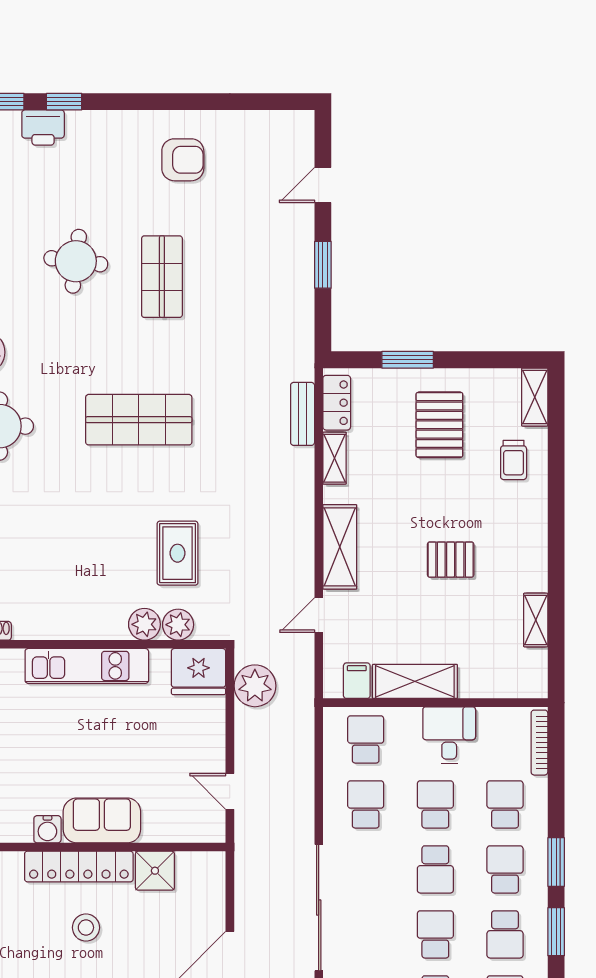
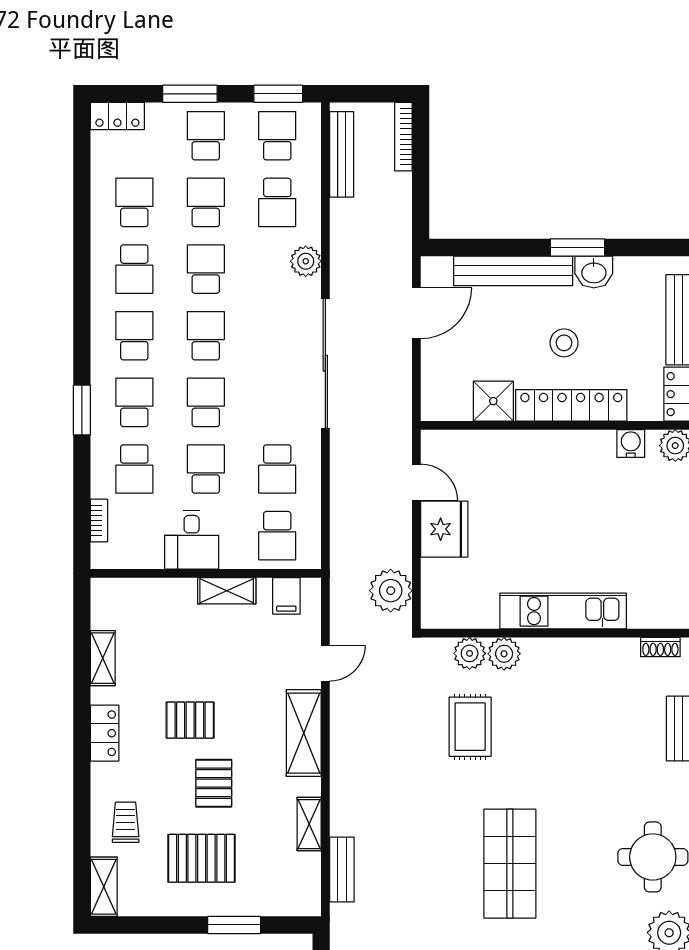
locker: (337, 403) -> (105, 733), moved, turned 180
shop shelf: (139, 420) -> (510, 864), turned 90
pallet: (439, 425) -> (202, 858), turned 90
pallet: (428, 498) -> (214, 783), added
fridge: (199, 672) -> (444, 529), moved, turned 90
shelving: (415, 681) -> (227, 591), width x0.67, depth x0.75
bookcase: (539, 743) -> (99, 521), width x0.64
school desk: (435, 804) -> (206, 469), turned 180
sofa: (102, 820) -> (548, 453), removed
water cooler: (47, 829) -> (631, 444), moved
school desk: (505, 869) -> (134, 402), turned 180
window: (556, 932) -> (82, 339), removed
school desk: (435, 934) -> (206, 336), turned 180

